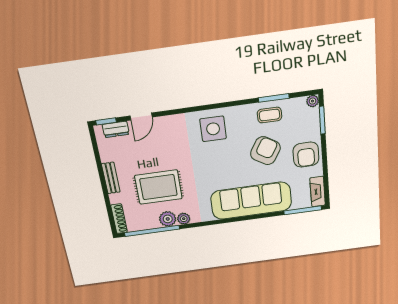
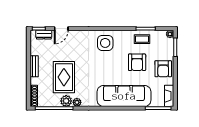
armchair: (265, 151) -> (137, 62), turned 149
rug: (158, 187) -> (64, 77), turned 90

